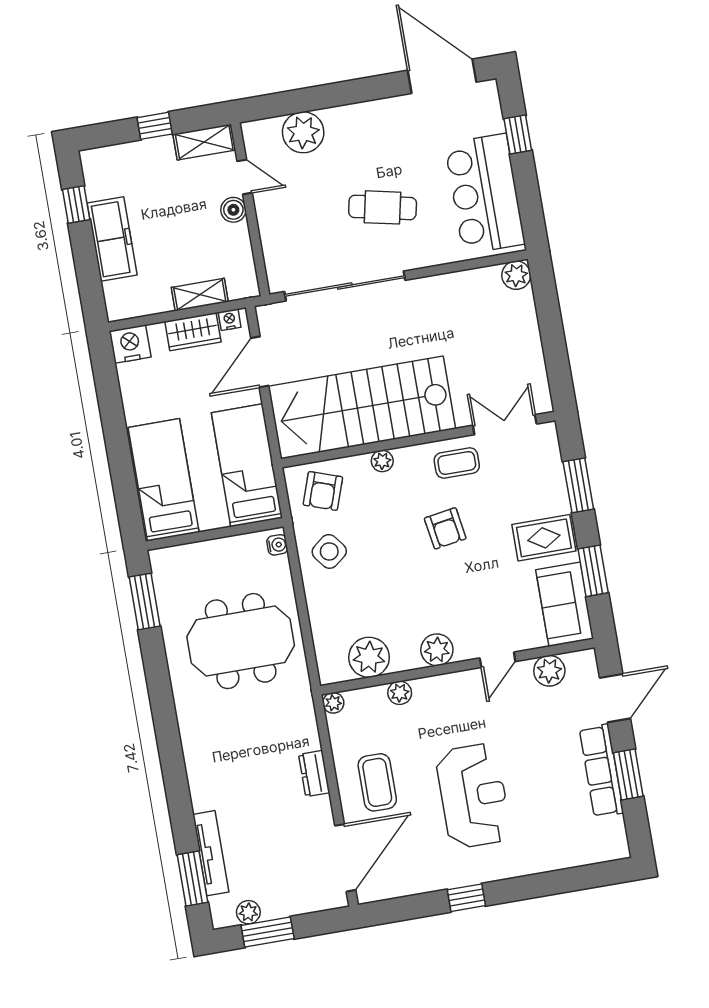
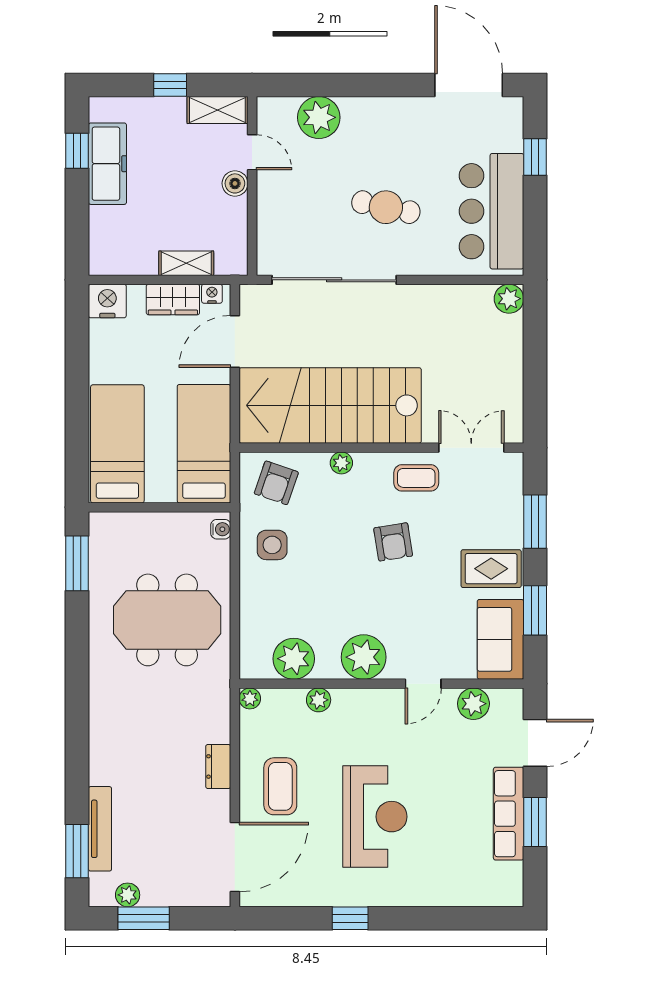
freezer: (112, 239) -> (107, 164), moved
side table: (329, 551) -> (272, 545), turned 38
plant: (437, 650) -> (364, 657), width x1.36, depth x1.36

